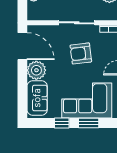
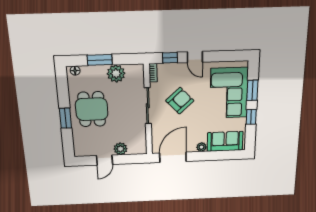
armchair: (81, 53) -> (180, 101), turned -126
plant: (36, 70) -> (201, 147), width x0.53, depth x0.53

